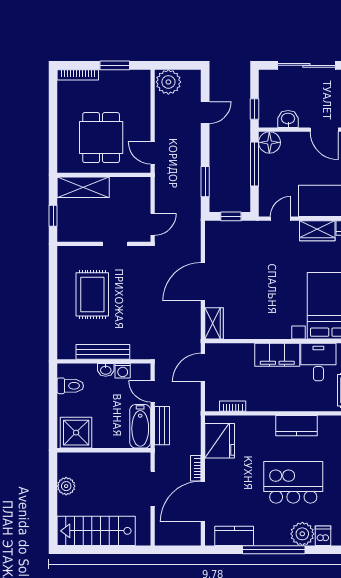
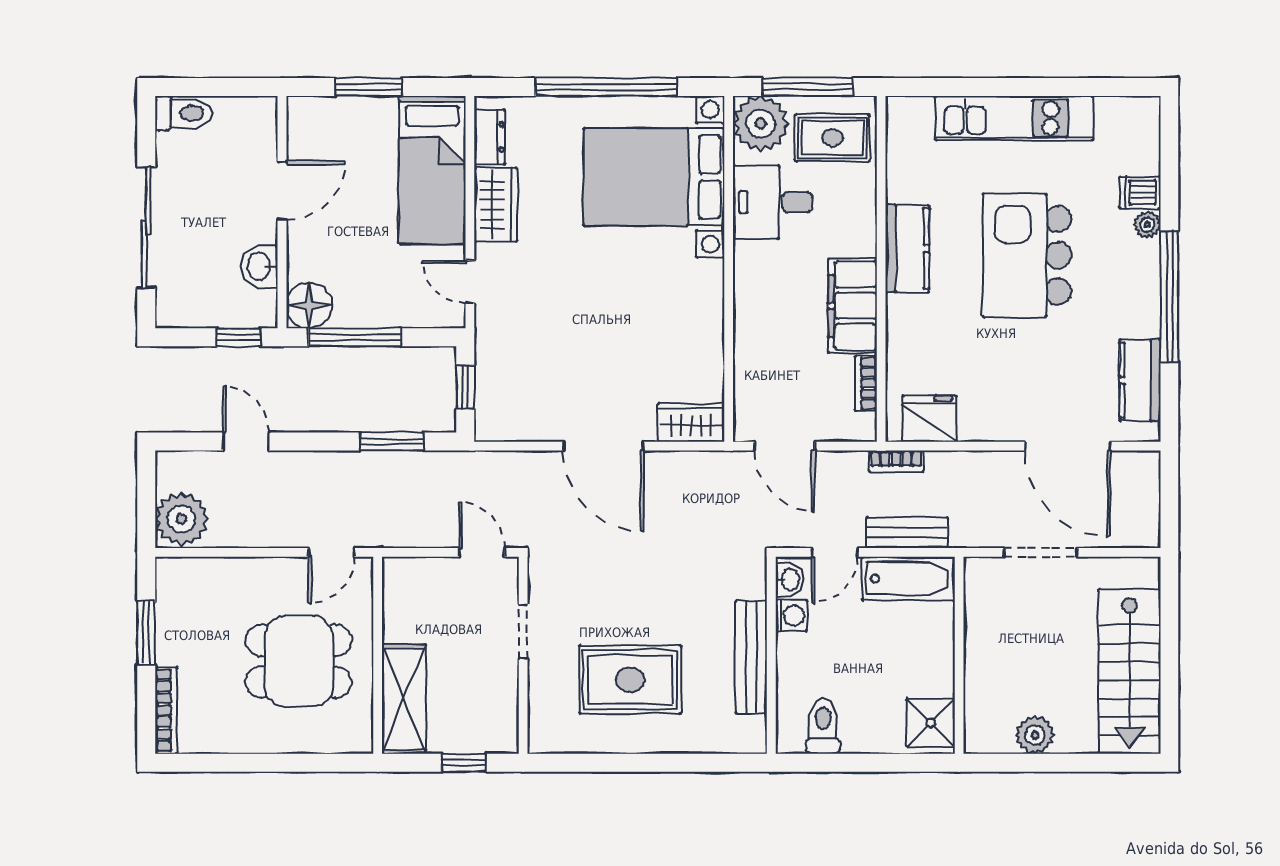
filing cabinet: (277, 355) -> (852, 306), moved, turned 180
washbasin: (106, 370) -> (789, 580), moved
shower: (76, 433) -> (931, 723), width x0.73, depth x0.73
fridge: (220, 441) -> (929, 419), width x0.73, depth x0.75
bookcase: (196, 468) -> (896, 461), moved
plant: (302, 534) -> (1147, 225), width x0.53, depth x0.53

